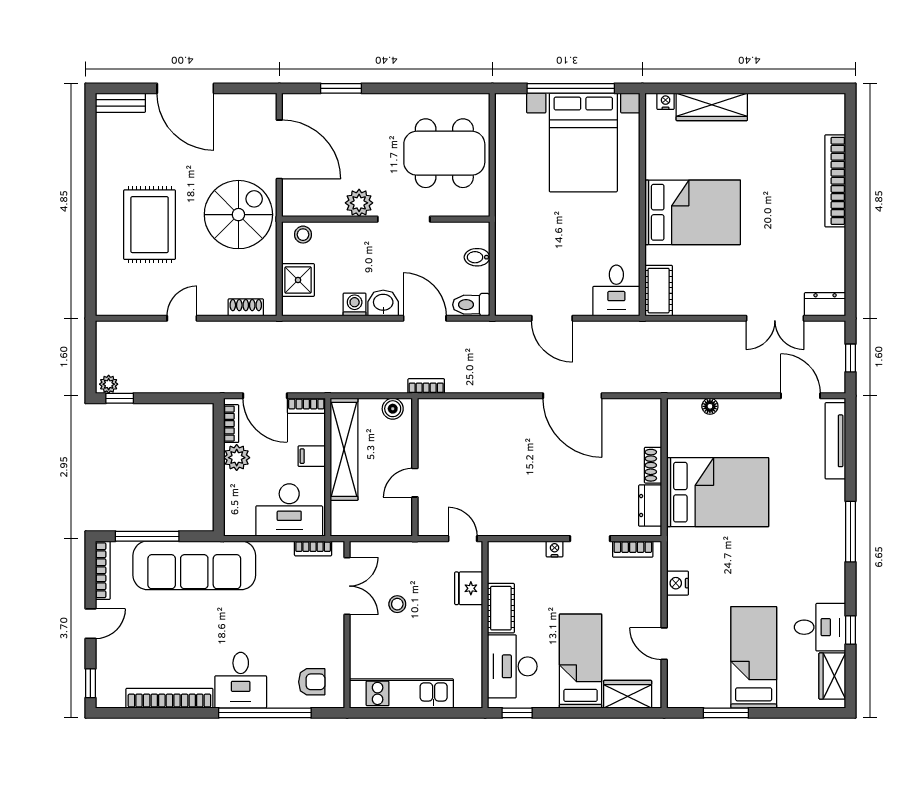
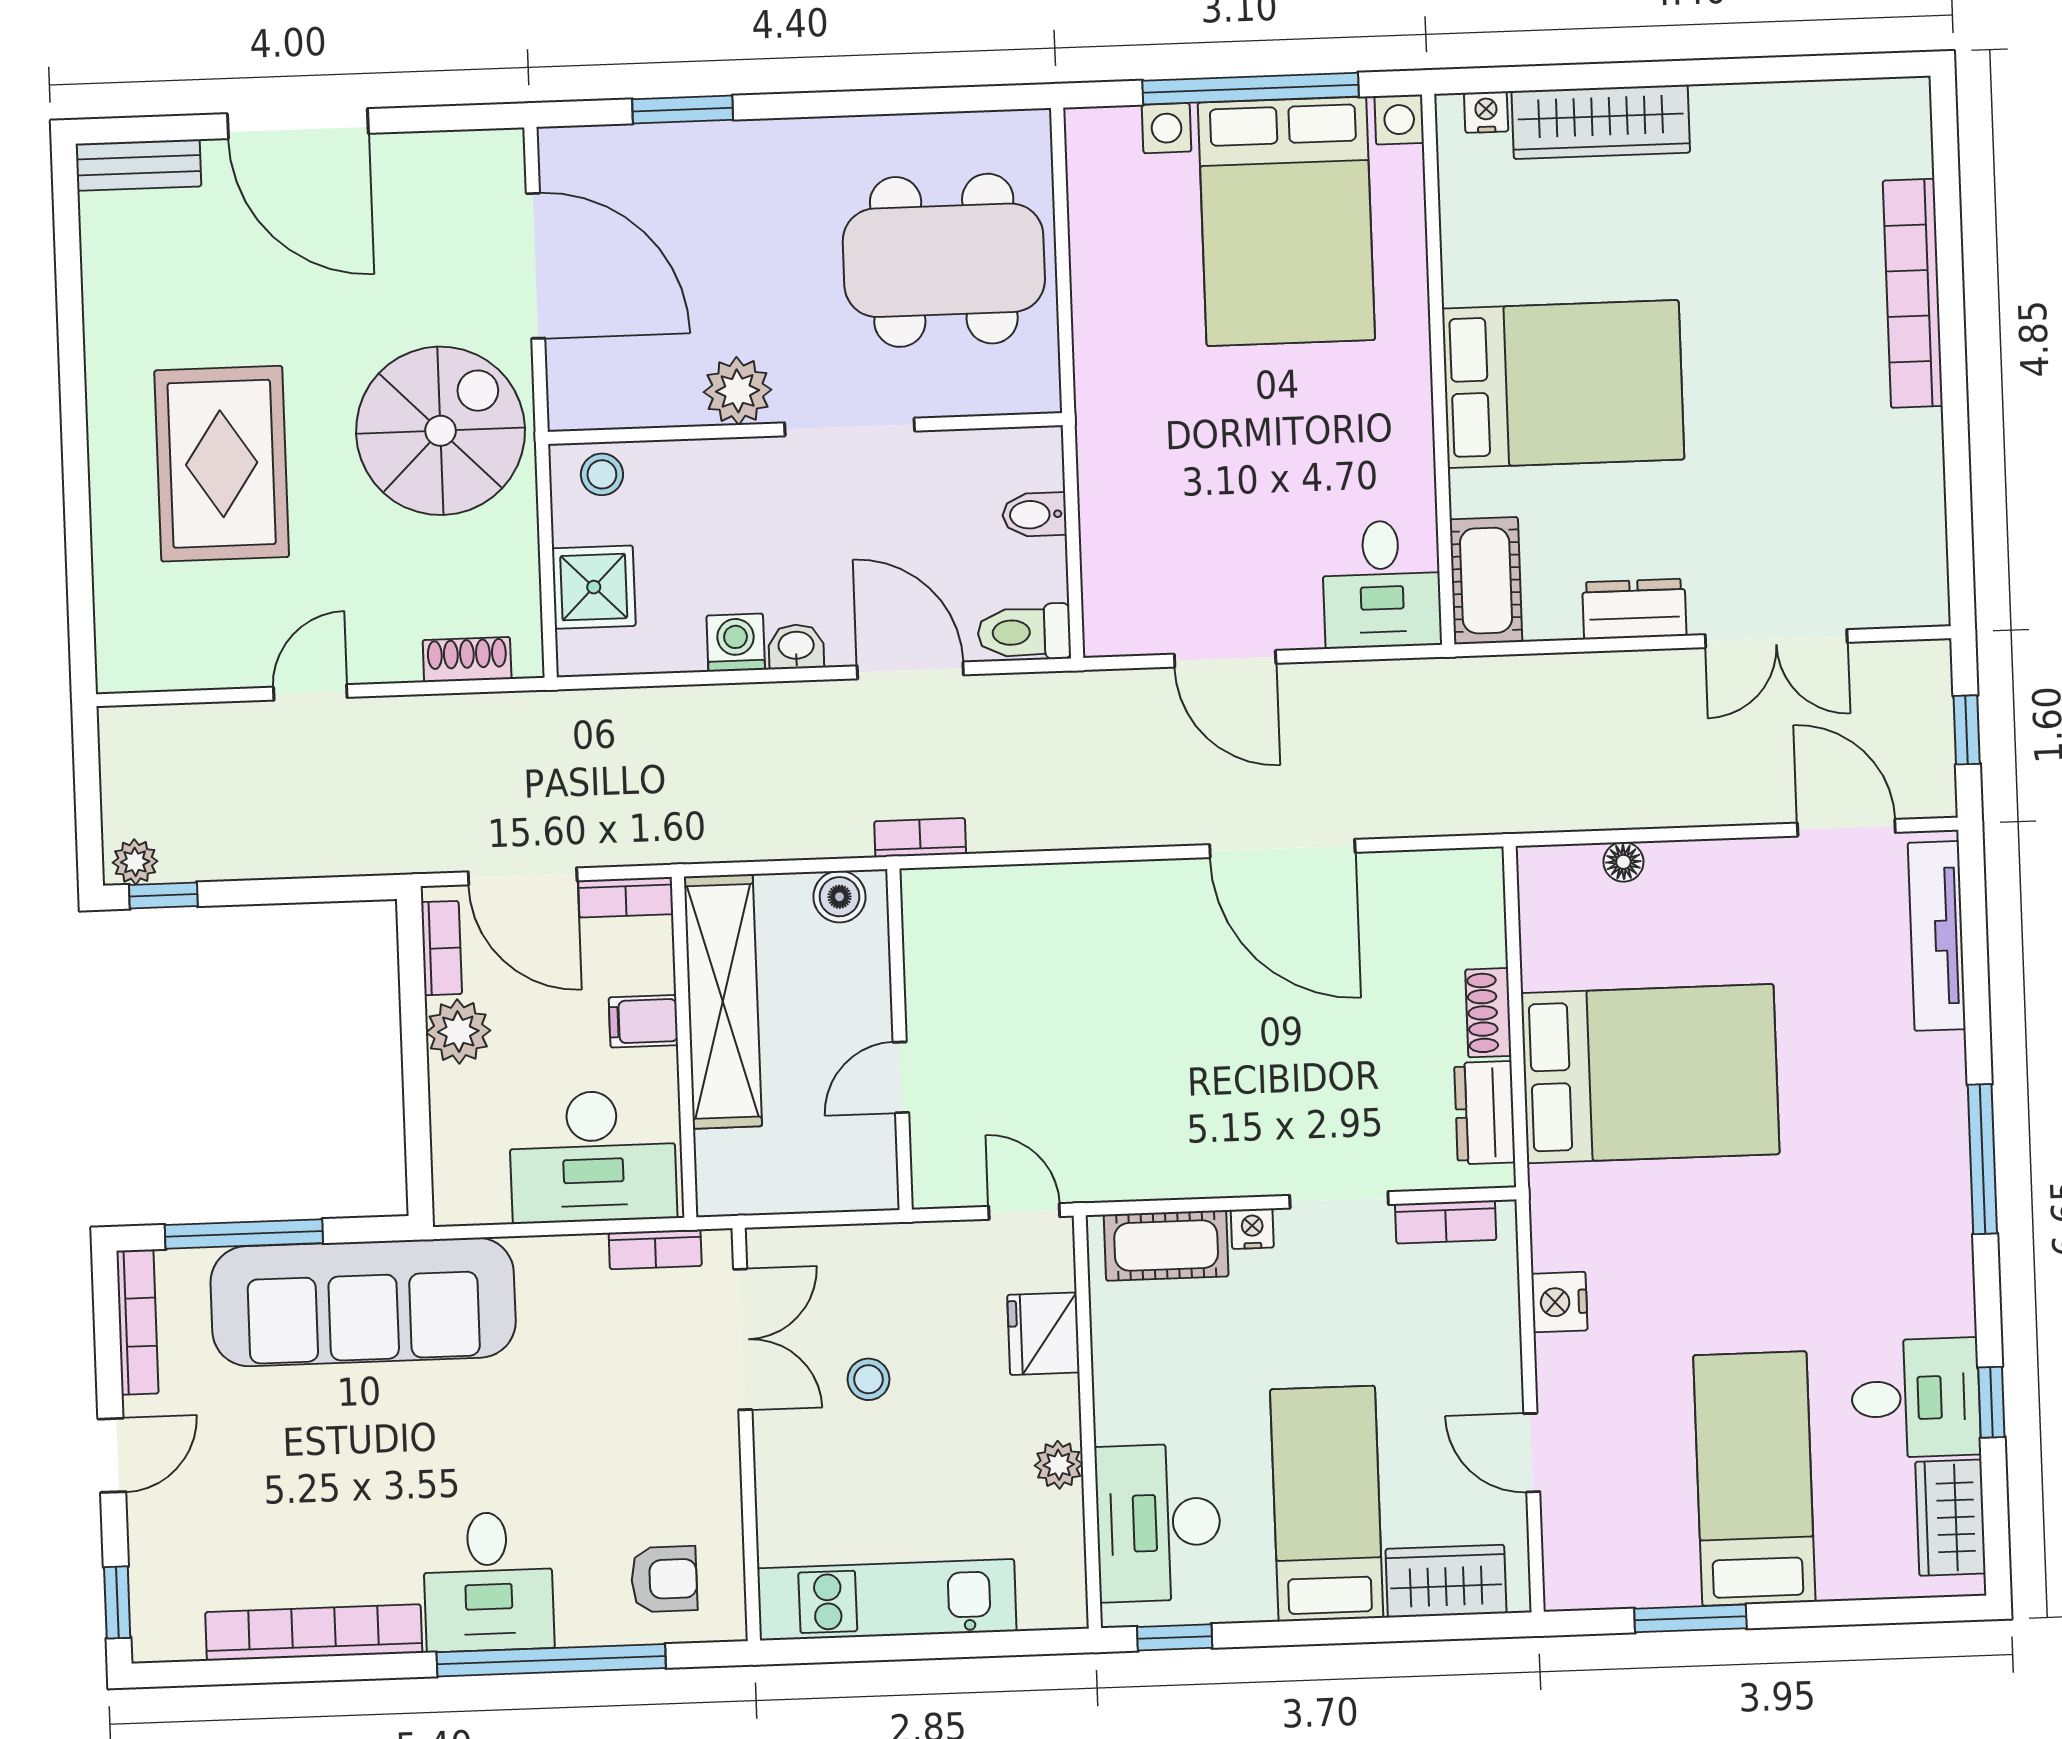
washbasin: (383, 303) -> (796, 647), width x0.72, depth x0.69
dresser: (825, 304) -> (1634, 609), moved
cot: (501, 608) -> (1166, 1246), moved, turned 90
plant: (473, 641) -> (1059, 1465), added

